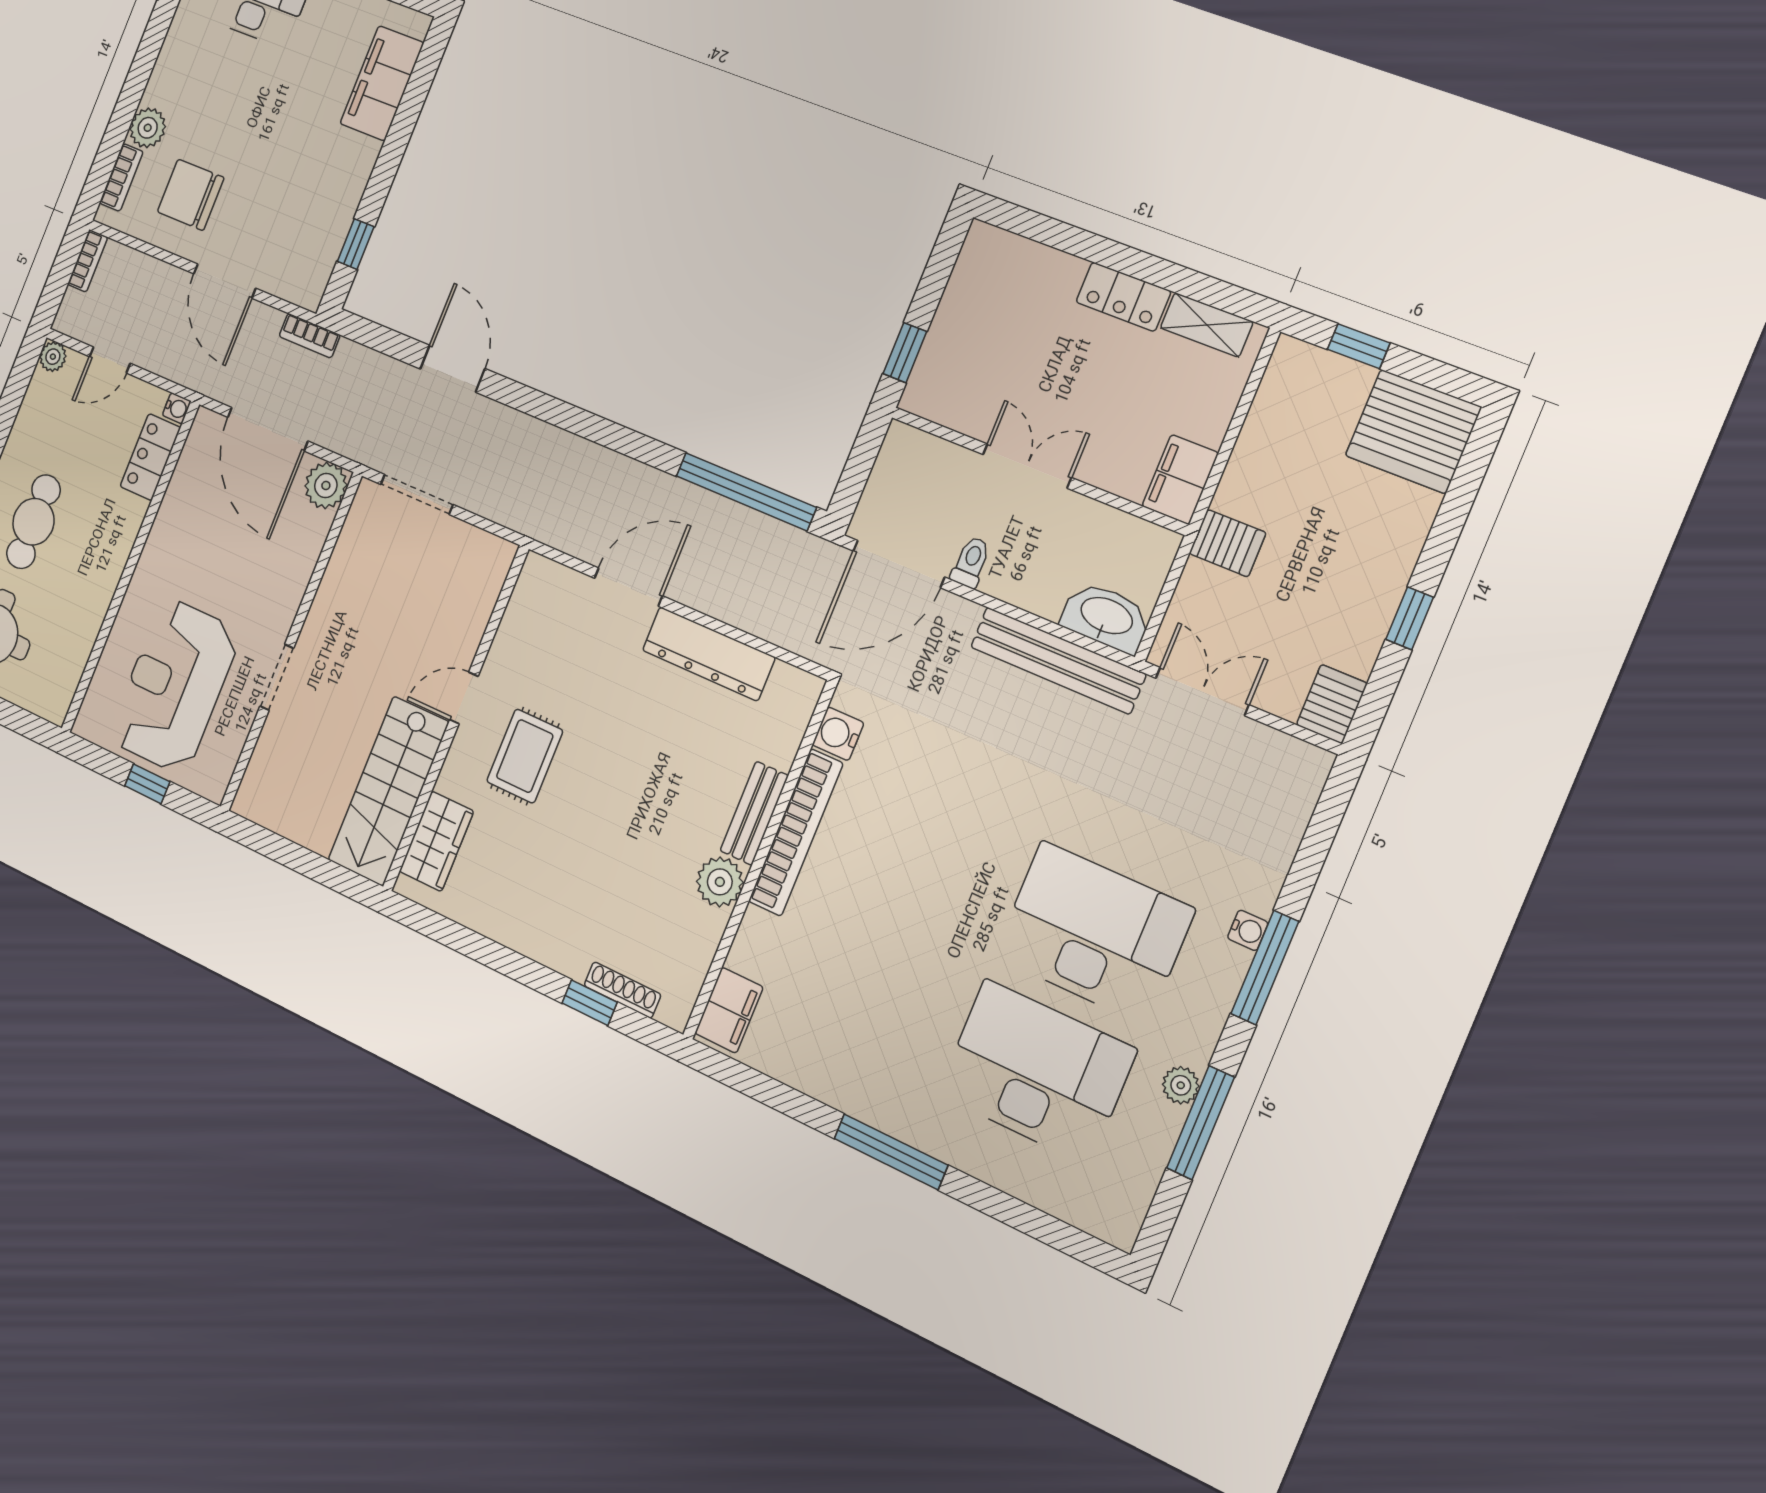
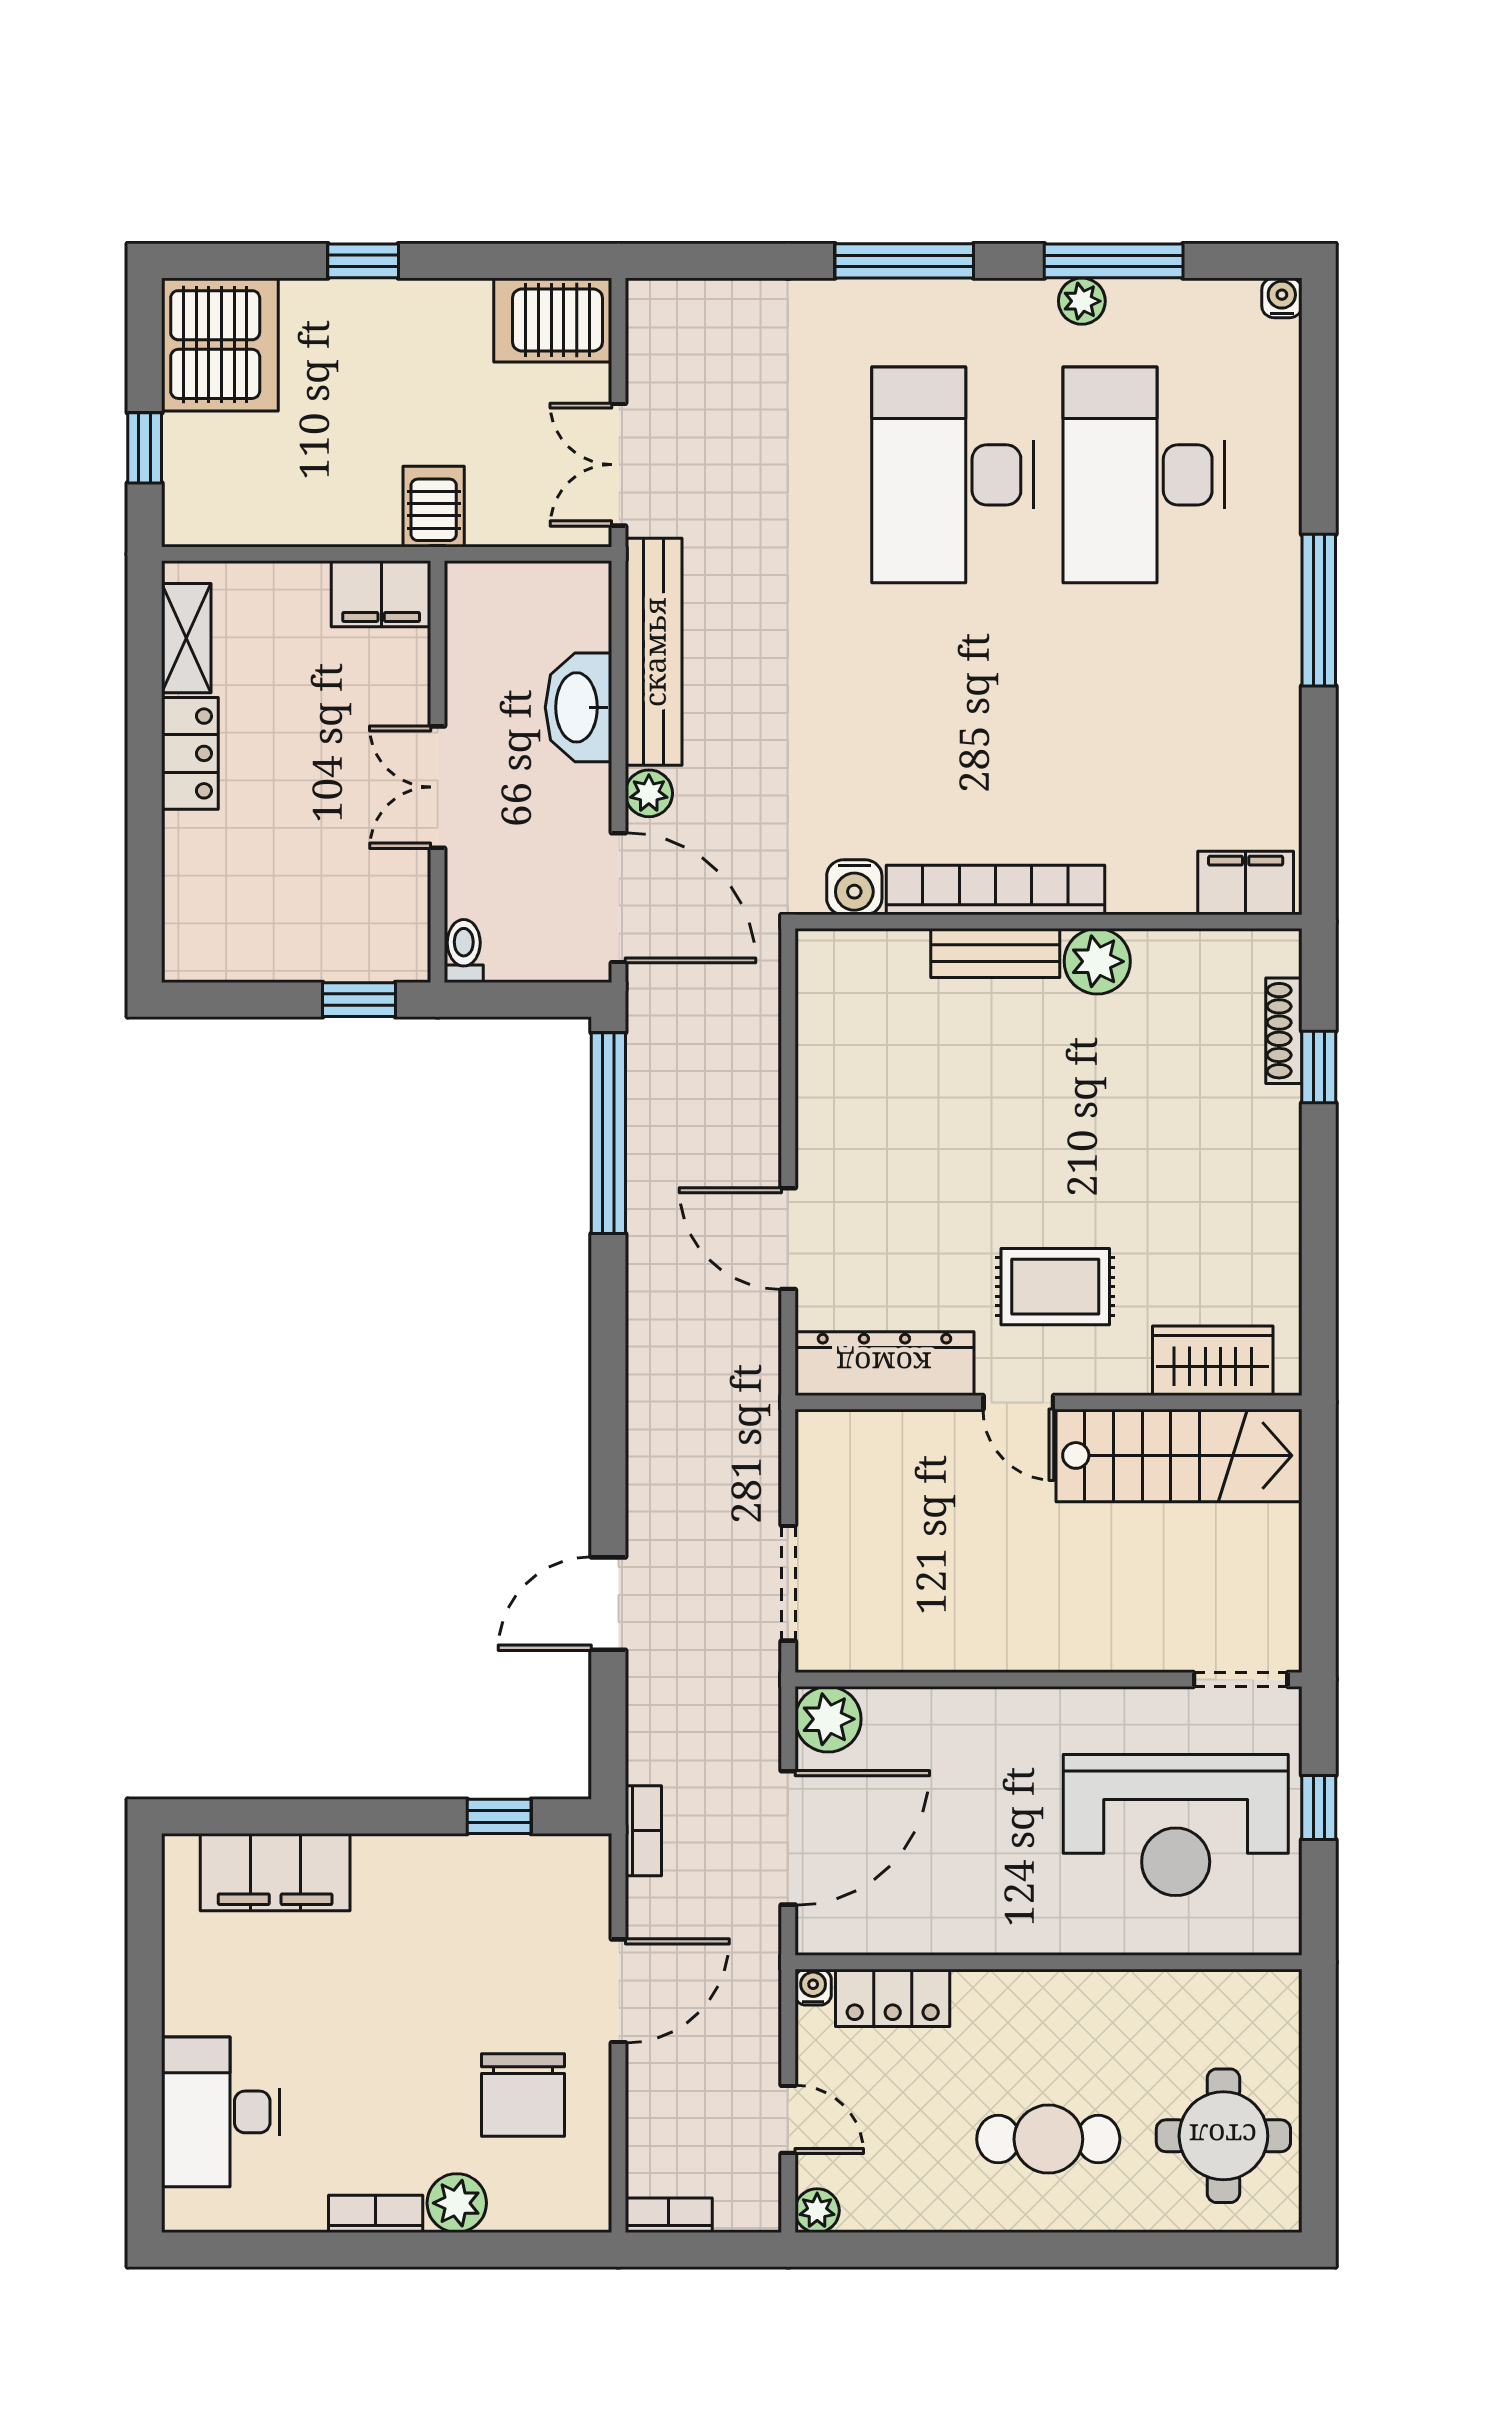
bookcase: (121, 177) -> (376, 2214), moved
toilet: (971, 562) -> (464, 951), moved, turned 90
plant: (961, 615) -> (649, 793), added
washbasin: (1106, 617) -> (578, 707), moved
window: (1410, 618) -> (363, 261), moved
dresser: (709, 654) -> (884, 1364), moved, turned -90
doorway: (277, 677) -> (1241, 1679), moved
server rack: (1332, 704) -> (553, 320), width x1.36, depth x1.44
water cooler: (1248, 930) -> (1282, 298), moved

